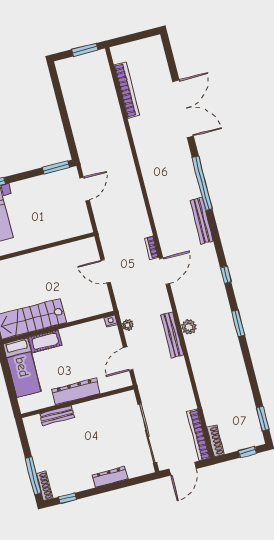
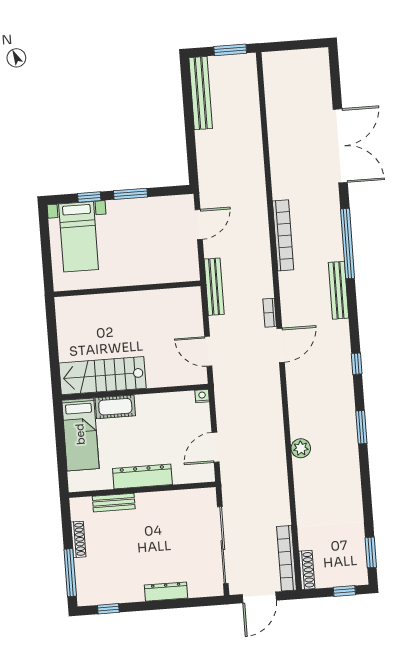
bench: (68, 87) -> (201, 93), added
bookcase: (127, 90) -> (283, 235), moved
window: (56, 167) -> (131, 194), moved
door: (106, 271) -> (208, 351), moved
plant: (128, 325) -> (222, 405), removed
plant: (189, 327) -> (301, 448), moved
bench: (172, 335) -> (214, 287), moved
shoe rack: (44, 486) -> (78, 539), moved

